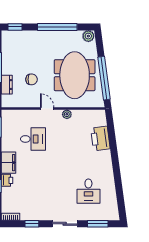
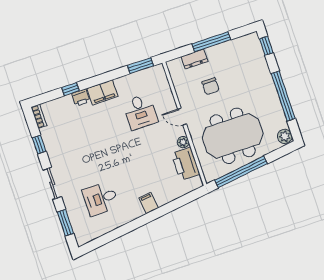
door: (47, 109) -> (182, 117), swing flipped
printer: (100, 138) -> (186, 164), moved, turned -82
filing cabinet: (104, 156) -> (149, 203), added

